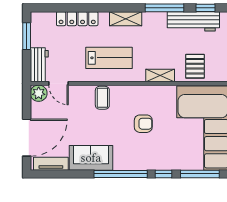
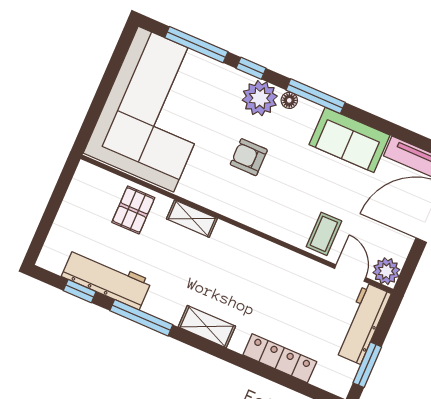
lab bench: (109, 58) -> (257, 279), removed
workbench: (39, 65) -> (363, 323), width x1.38
coffee table: (102, 98) -> (324, 234), moved
plant: (151, 159) -> (260, 98), added
floor lamp: (134, 165) -> (289, 100), added
window: (121, 174) -> (316, 96), width x0.68

